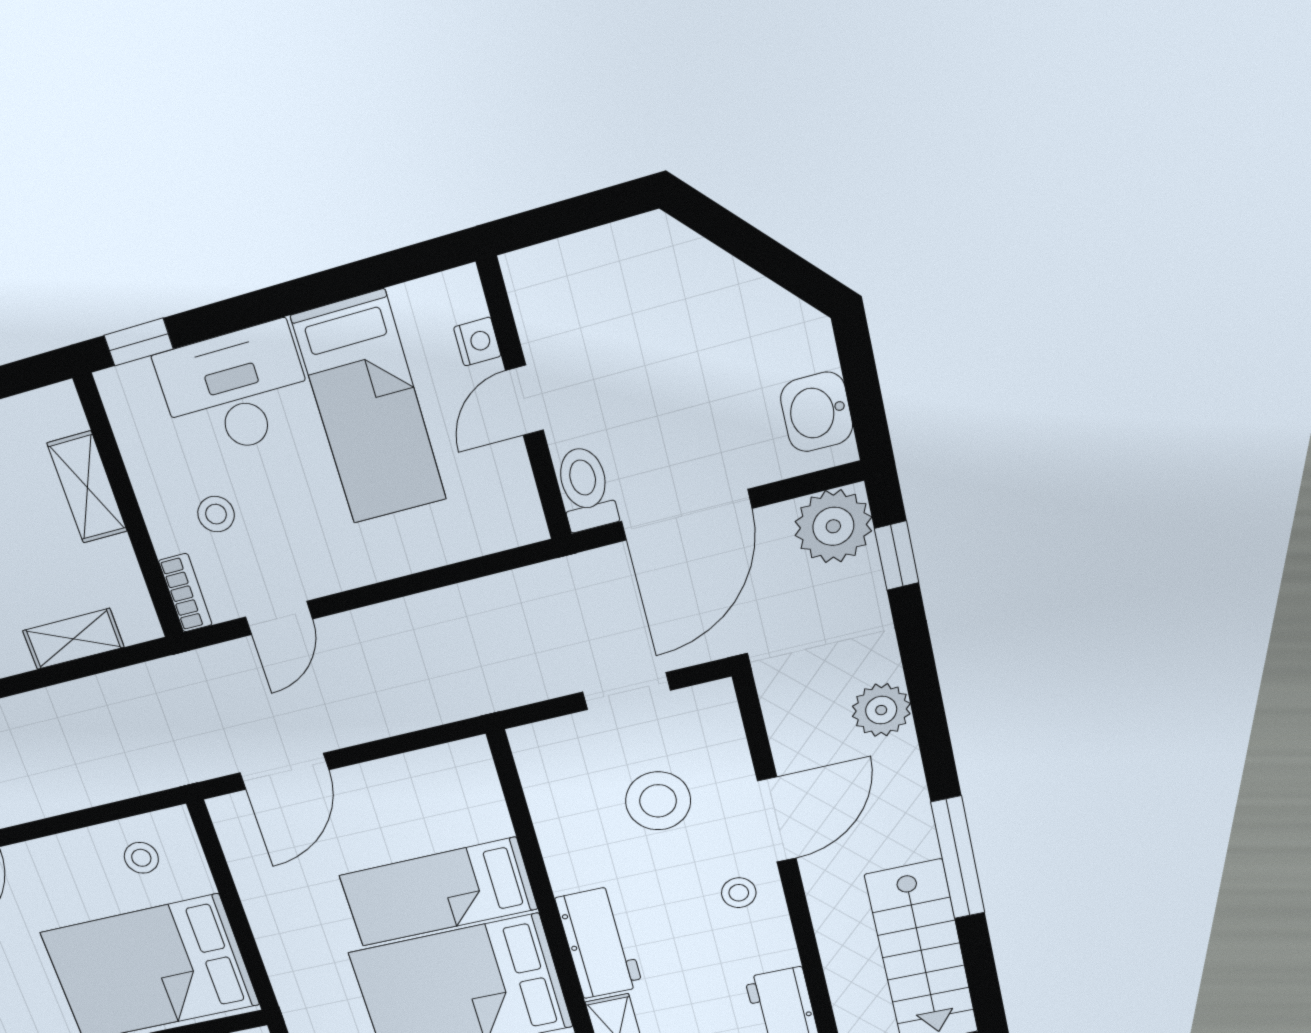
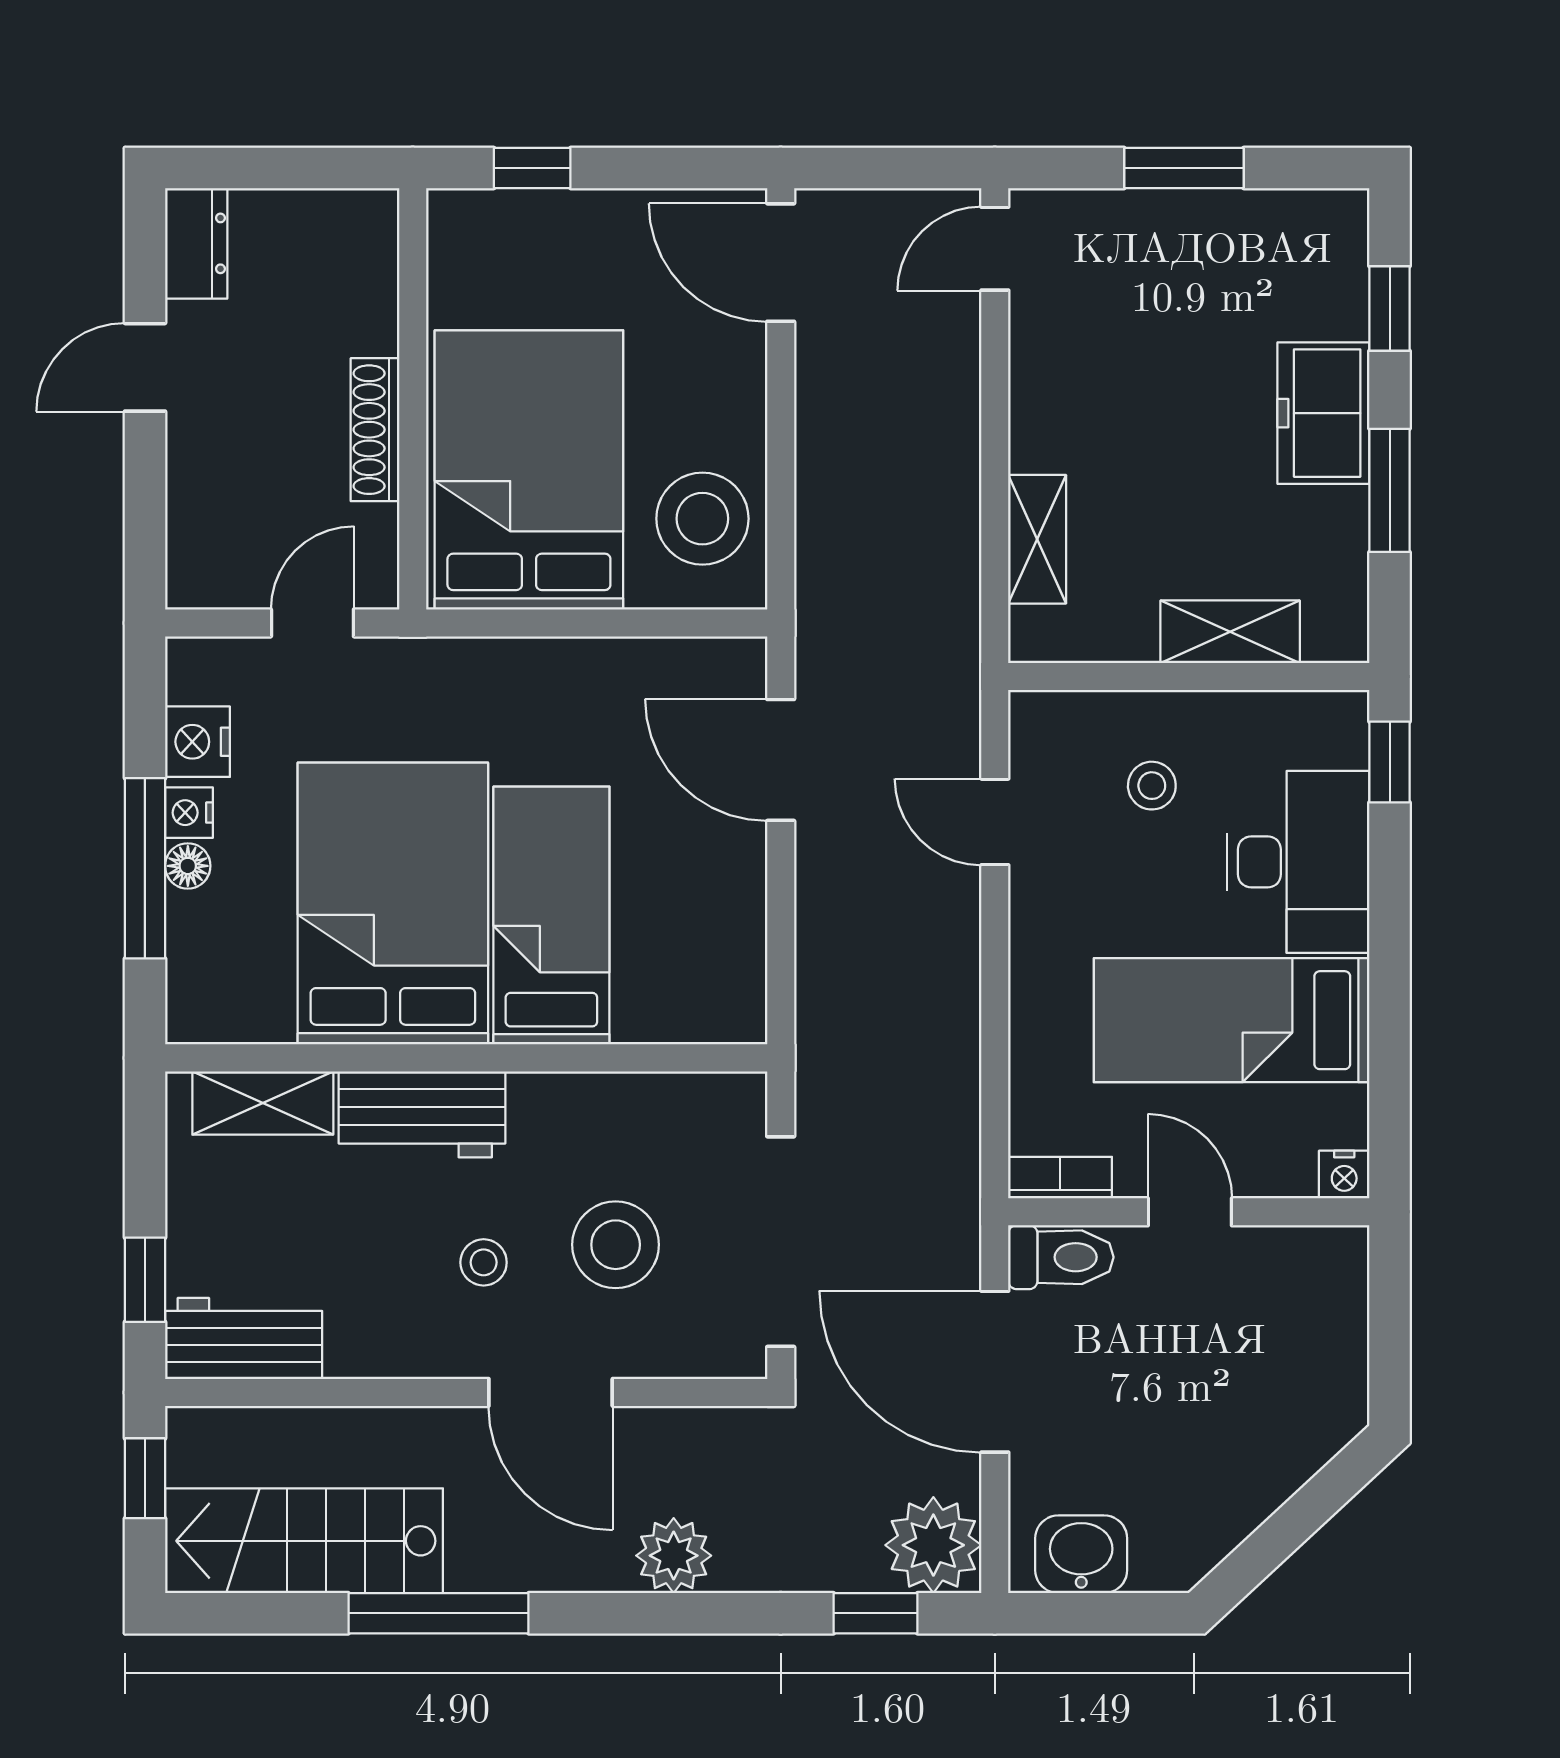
nightstand: (477, 342) -> (1344, 1175), moved
bookcase: (185, 593) -> (1060, 1178), moved, turned 180
doorway: (627, 691) -> (781, 1242), width x1.88
stool: (141, 858) -> (702, 519), width x1.89, depth x1.89
stool: (739, 893) -> (484, 1262), moved

